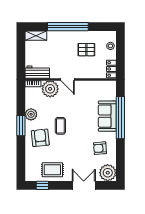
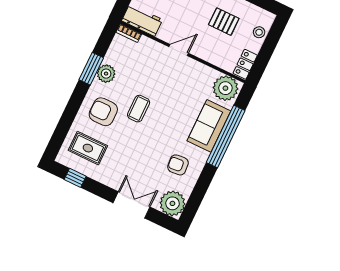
door: (68, 79) -> (179, 50), swing flipped
plant: (50, 89) -> (225, 88), moved
window: (21, 126) -> (91, 69), moved
armchair: (40, 138) -> (103, 112), turned -84
rug: (52, 170) -> (88, 148), moved

